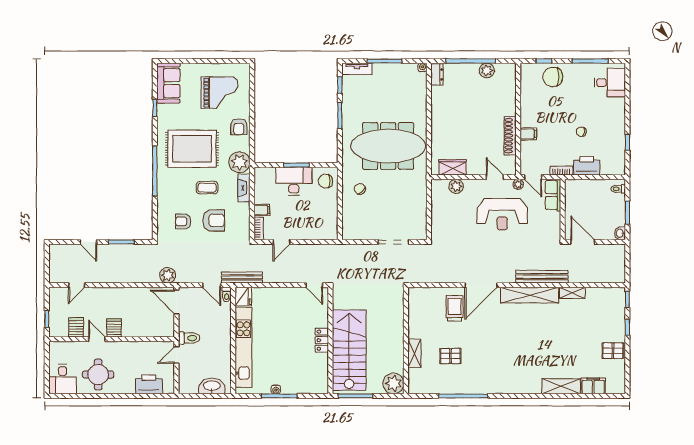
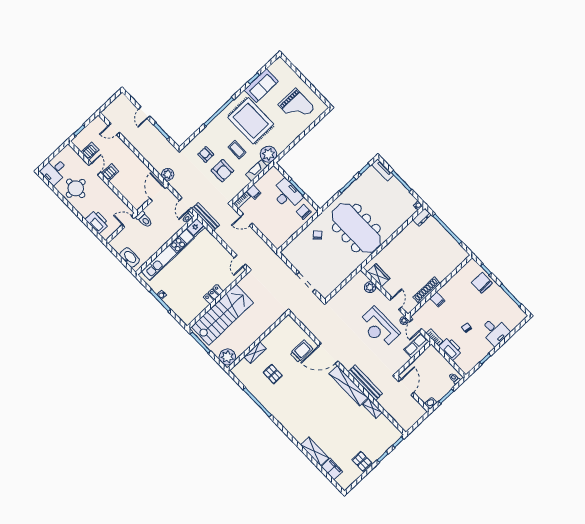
plant: (487, 71) -> (451, 243), removed
sofa: (168, 83) -> (261, 86), moved
desk: (610, 83) -> (495, 331), moved
armchair: (239, 127) -> (288, 135), removed

